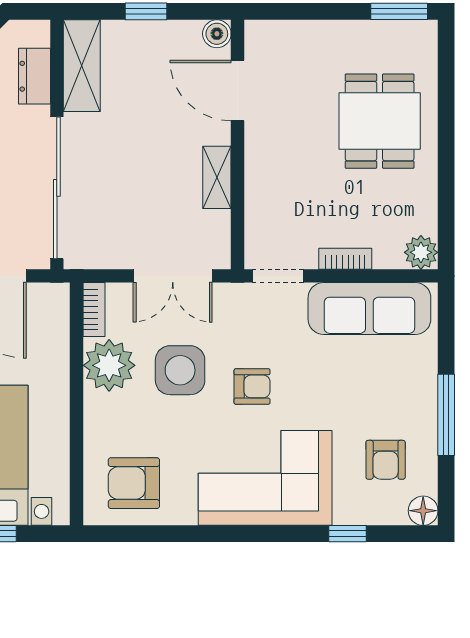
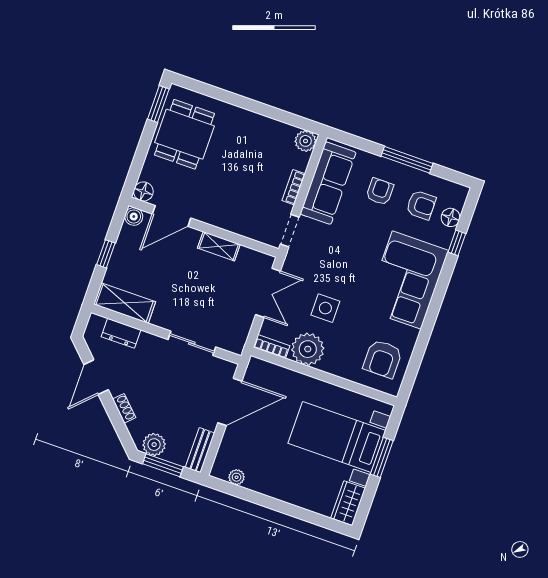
floor lamp: (260, 35) -> (143, 192), added
dining table: (380, 121) -> (185, 134), moved, turned 90
sliding door: (57, 188) -> (192, 343), width x0.54
side table: (180, 370) -> (325, 308), width x0.73, depth x0.73
armchair: (252, 386) -> (380, 192), moved
floor lamp: (423, 511) -> (451, 217), moved

